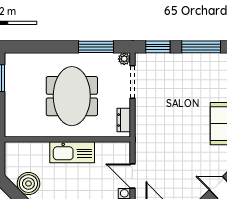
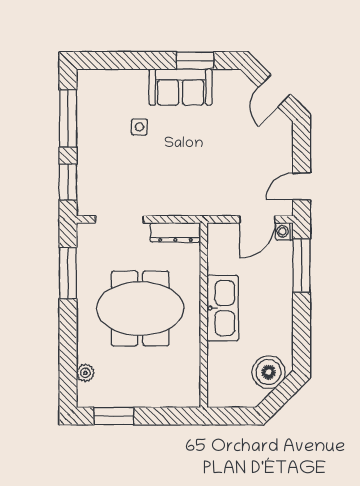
plant: (124, 59) -> (85, 373), moved
side table: (196, 96) -> (139, 127), added
dresser: (124, 120) -> (175, 232), width x1.44

